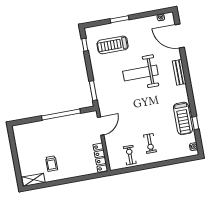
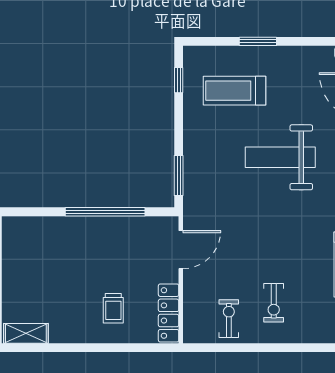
trolley: (51, 164) -> (113, 308), moved

